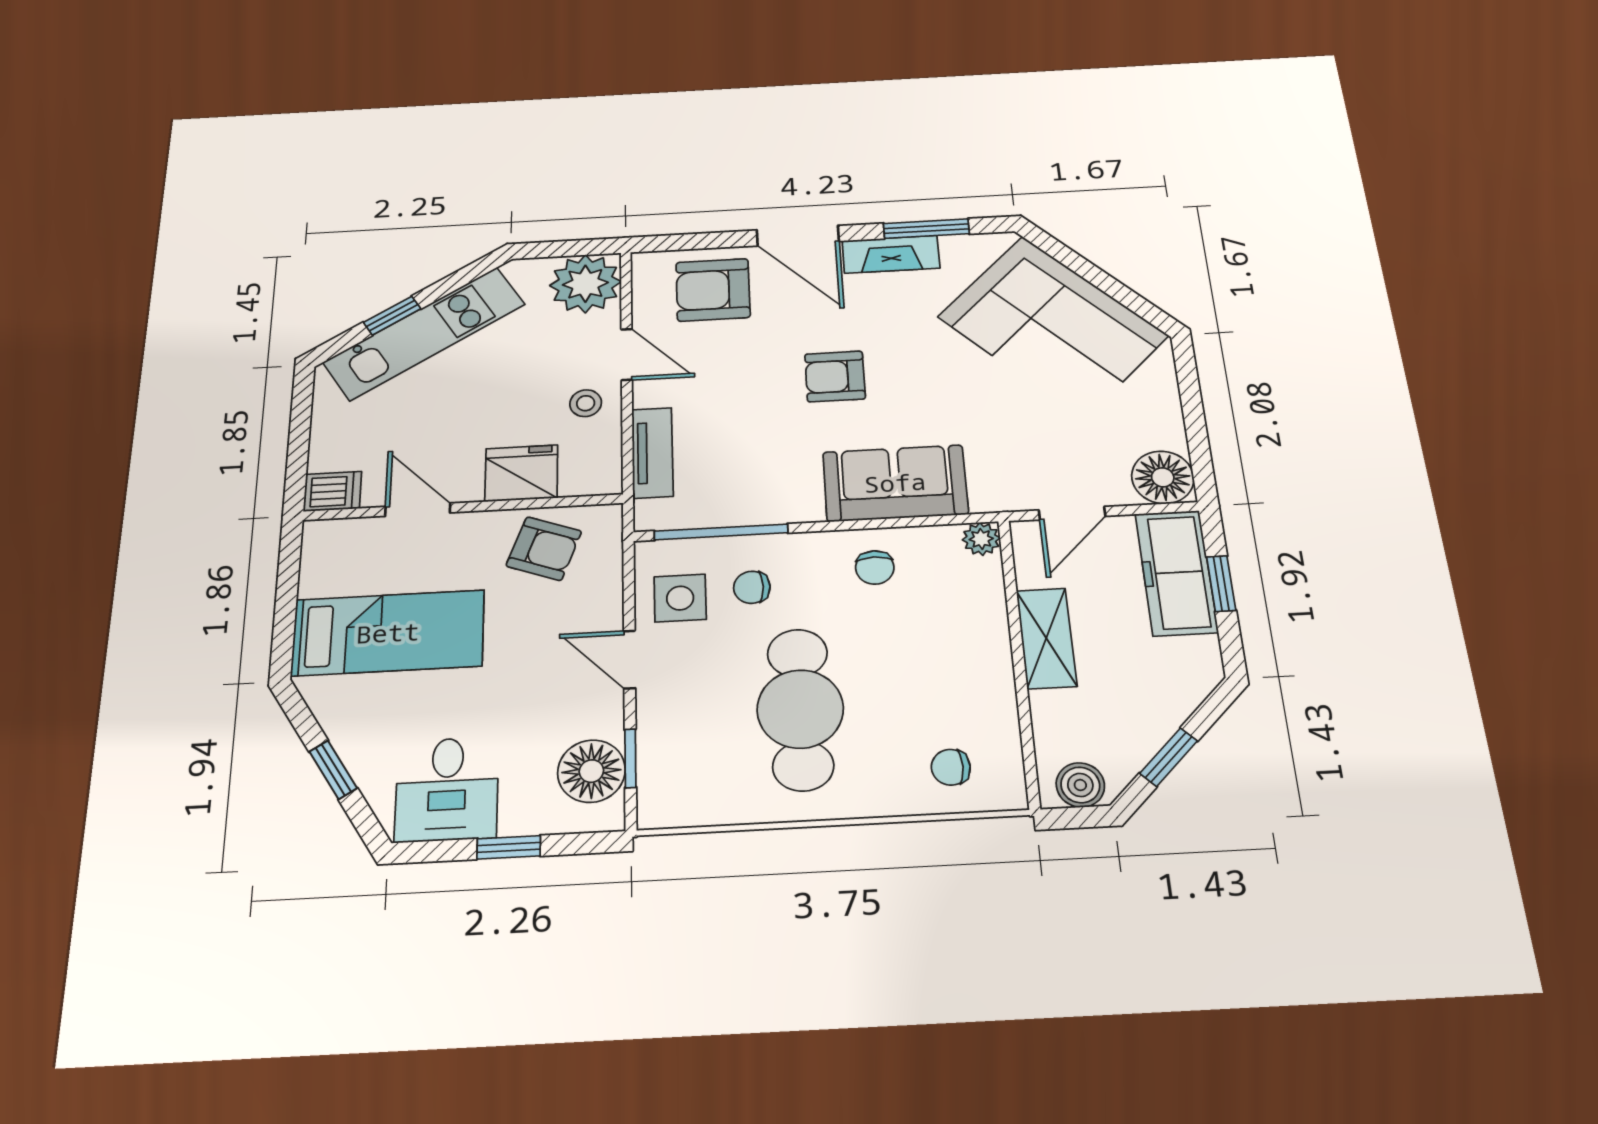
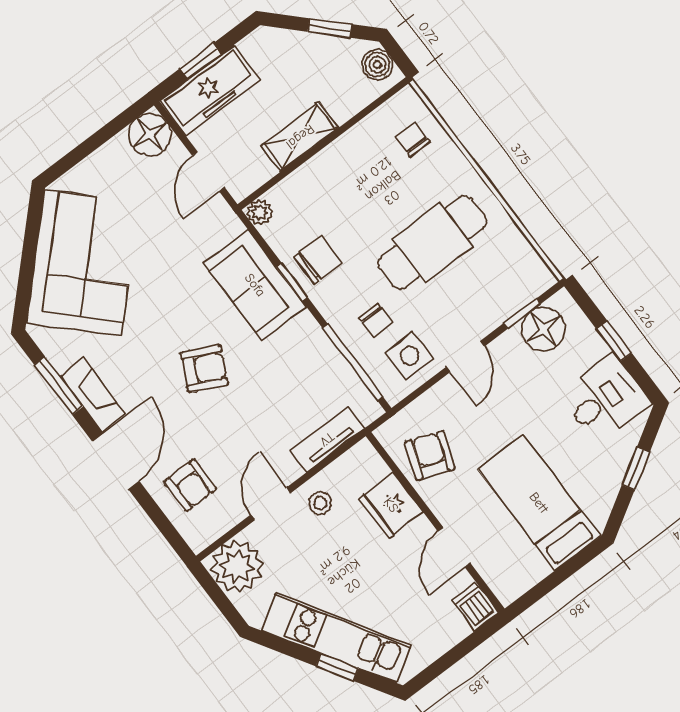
armchair: (713, 290) -> (190, 485), width x0.72, depth x0.72
armchair: (835, 376) -> (204, 369), turned -64
door: (1072, 513) -> (208, 172), swing flipped
window: (868, 524) -> (292, 282), added
chair: (875, 567) -> (318, 260), width x1.37, depth x1.37
chair: (951, 767) -> (413, 139), turned 180

